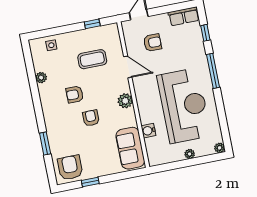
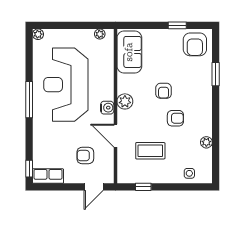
window: (205, 33) -> (29, 169), moved
window: (213, 71) -> (29, 100), moved
water cooler: (148, 131) -> (107, 108), moved
plant: (190, 154) -> (100, 34), moved

